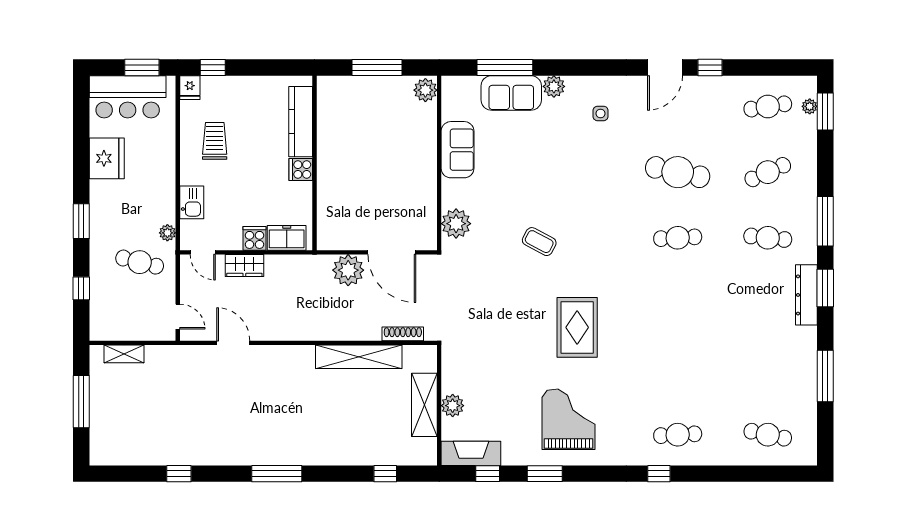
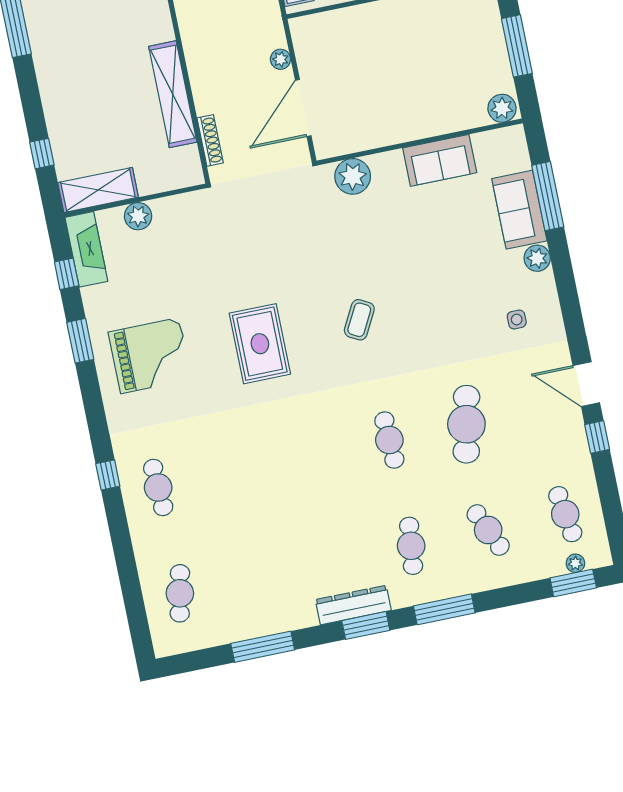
coffee table: (539, 242) -> (359, 320), moved
plant: (348, 270) -> (280, 59), width x0.53, depth x0.53
rug: (577, 327) -> (260, 344), turned 90
shelving: (424, 405) -> (98, 190), moved

